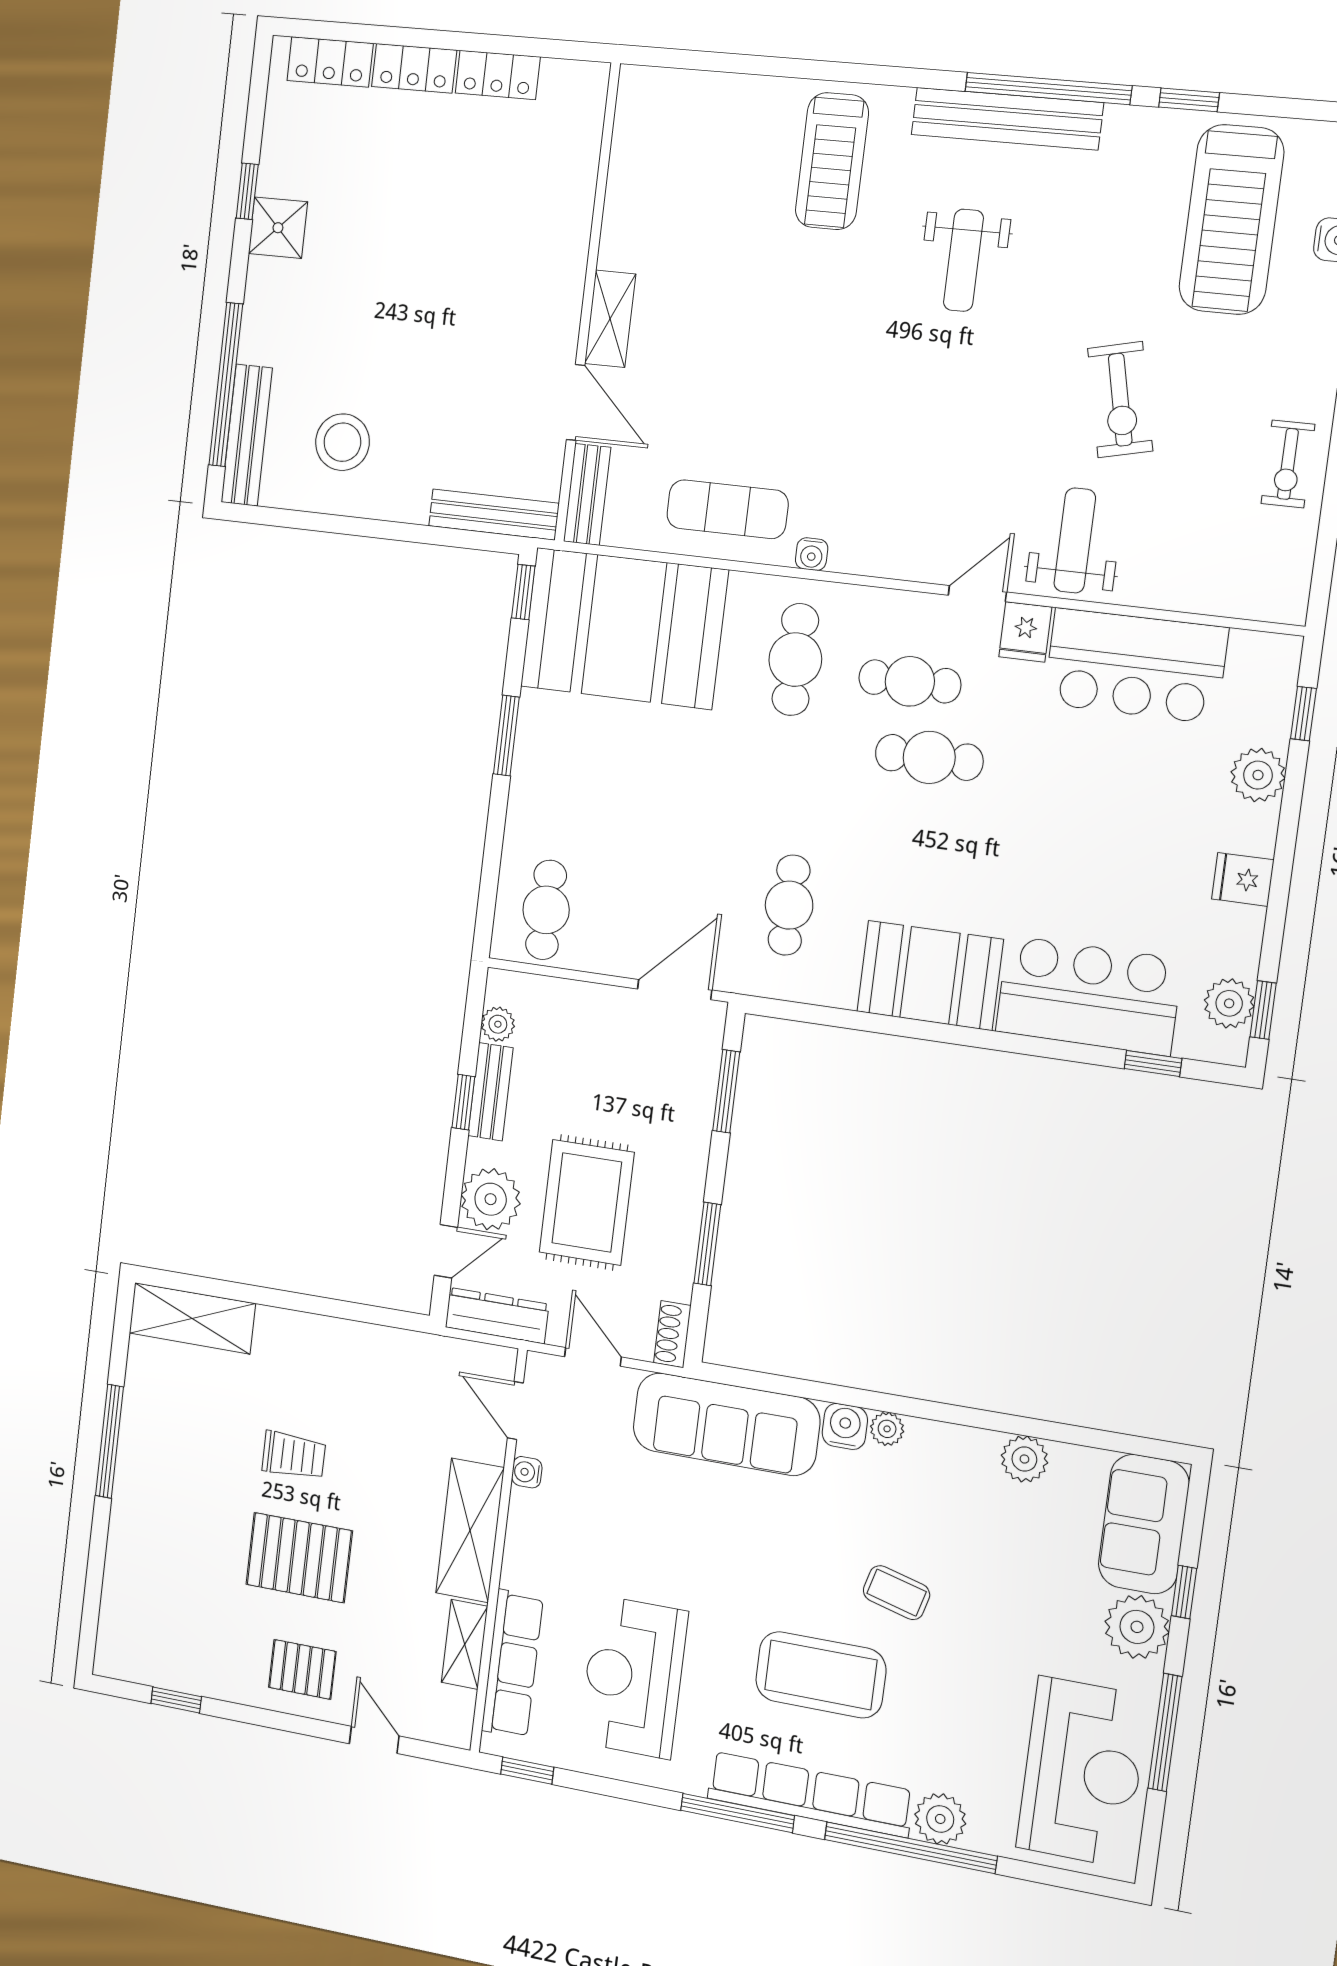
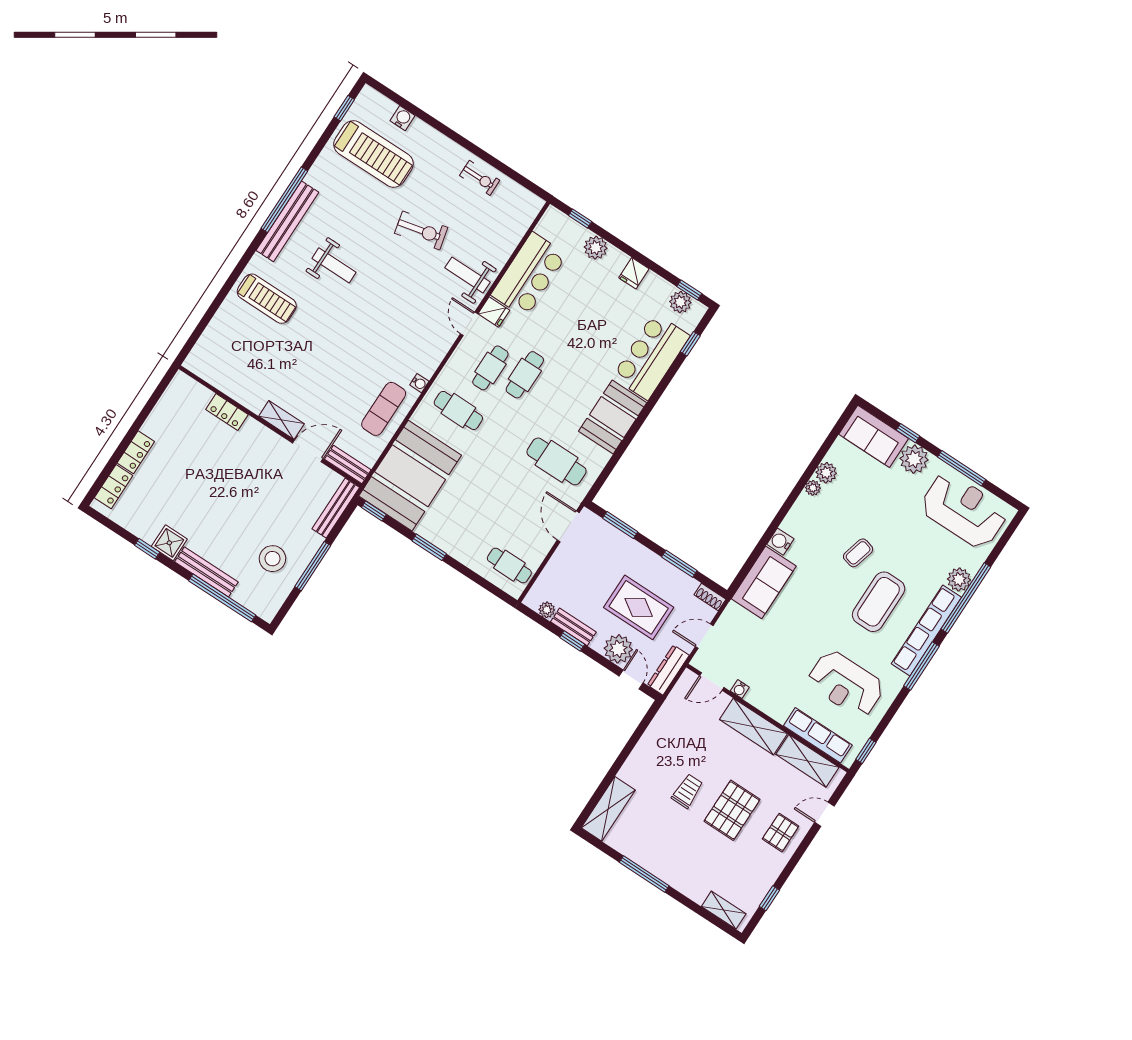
locker: (498, 75) -> (227, 412), moved, turned 90
window: (1189, 100) -> (344, 108), moved
bench: (247, 435) -> (206, 572), moved
window: (365, 528) -> (313, 566), added
cafe table: (789, 905) -> (557, 461), width x1.37, depth x1.35
sofa: (726, 1424) -> (764, 582), width x0.73
plant: (887, 1429) -> (813, 488), moved
shelving: (116, 1622) -> (724, 910), added
shelving: (465, 1644) -> (807, 761), width x1.50, depth x1.33

